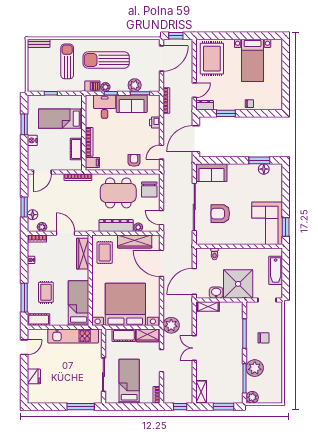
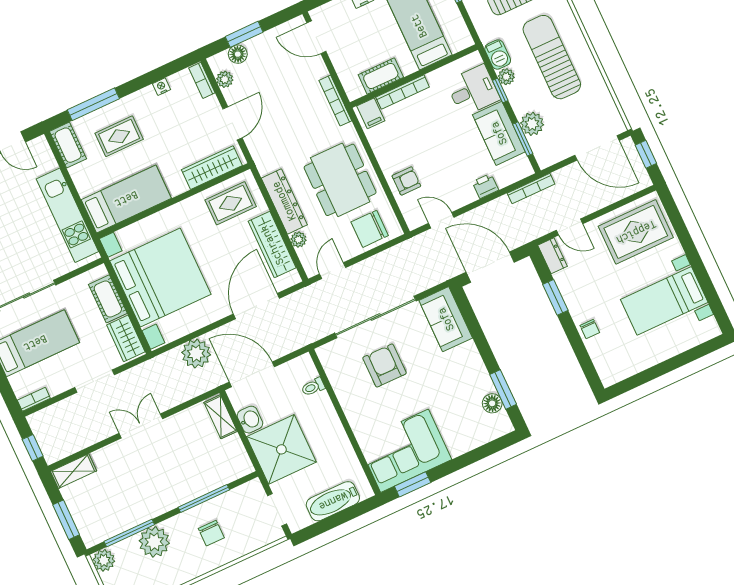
plant: (171, 325) -> (196, 354), moved

